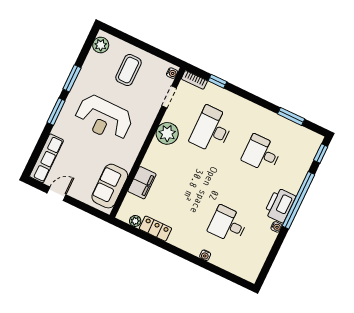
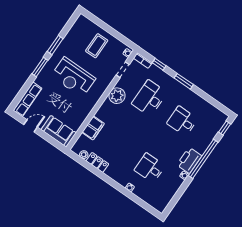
plant: (101, 45) -> (80, 24), removed
window: (291, 116) -> (184, 81), moved
sofa: (110, 186) -> (59, 131), moved, turned 90

